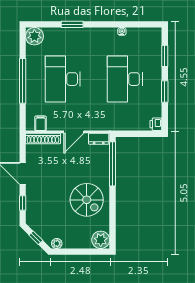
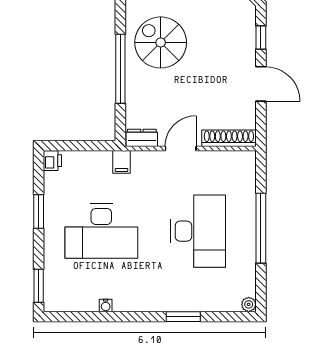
plant: (34, 36) -> (249, 304), width x0.53, depth x0.53
window: (165, 56) -> (39, 286), moved
desk: (125, 79) -> (101, 231), turned 90
filing cabinet: (41, 123) -> (121, 162), moved
window: (113, 164) -> (120, 69), moved

